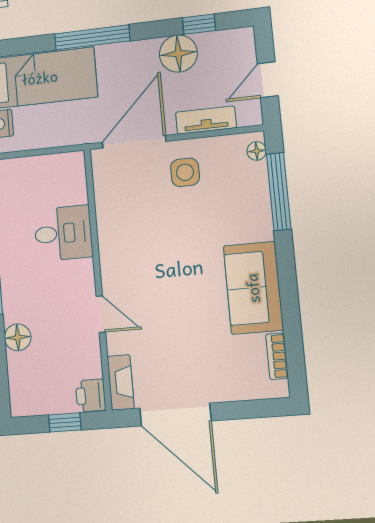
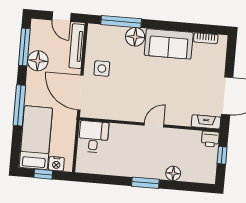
window: (199, 24) -> (24, 47), width x2.17
tv unit: (206, 120) -> (77, 46), width x1.41
floor lamp: (257, 151) -> (135, 37), moved, width x1.89, depth x1.89
desk: (63, 233) -> (94, 137), moved
door: (101, 314) -> (154, 125), moved

